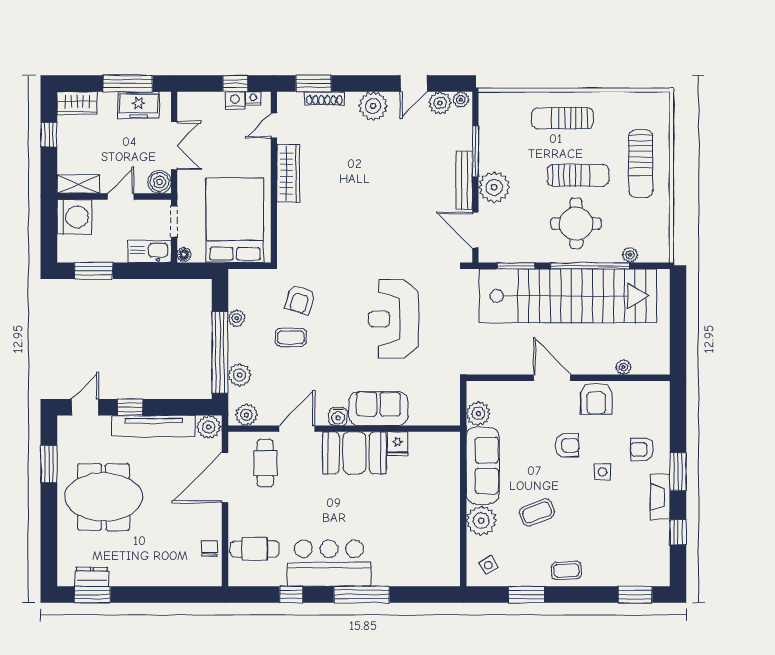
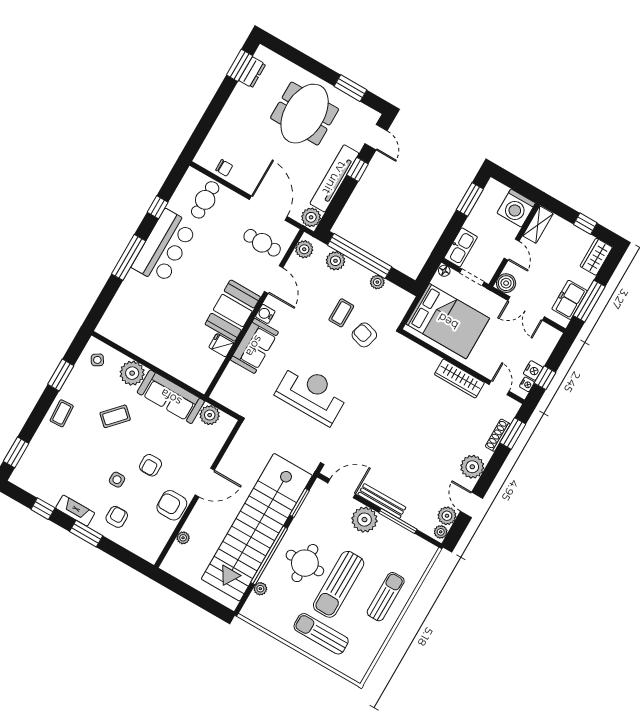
sun lounger: (578, 175) -> (339, 584), width x1.36, depth x1.34
coffee table: (537, 512) -> (115, 416), turned 65

